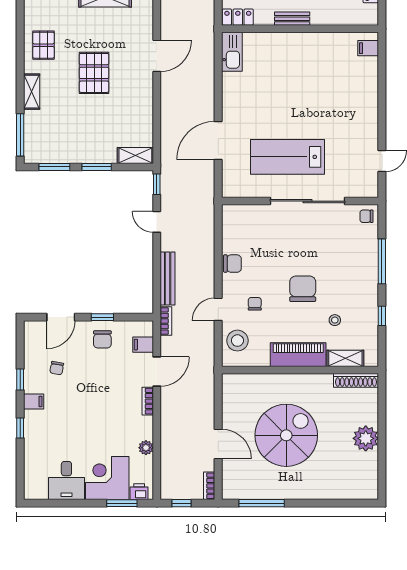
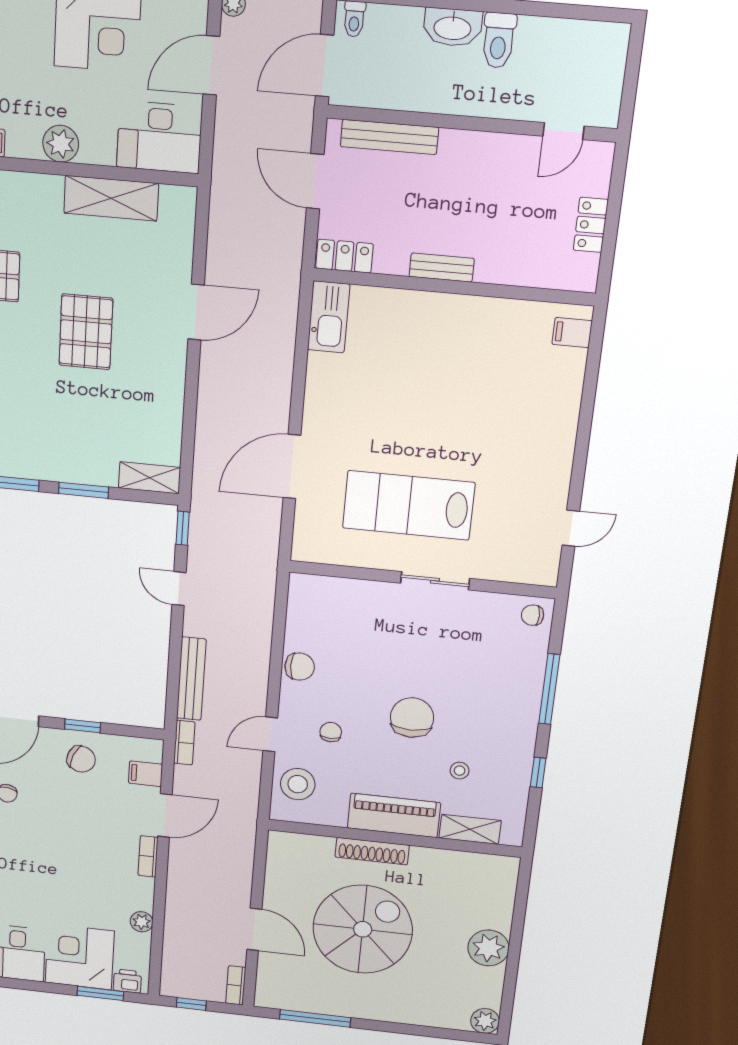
sliding door: (308, 201) -> (435, 581), width x0.54
chair: (102, 339) -> (81, 759), turned -67
shoe rack: (356, 380) -> (372, 851), moved
plant: (369, 491) -> (485, 1021), added

